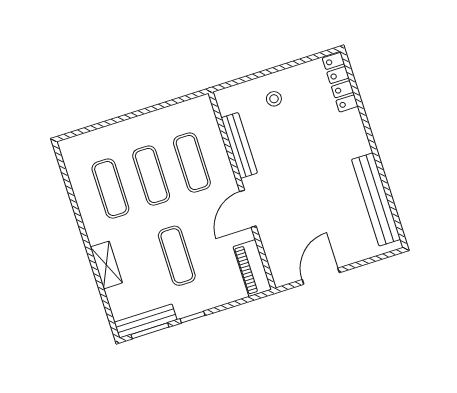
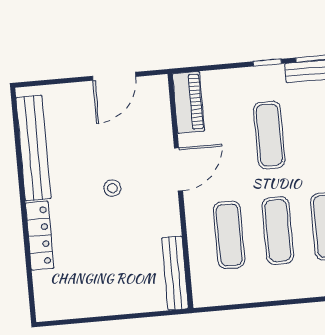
locker: (340, 82) -> (40, 236), moved
stool: (274, 99) -> (112, 188), moved
bench: (239, 145) -> (175, 273), moved

